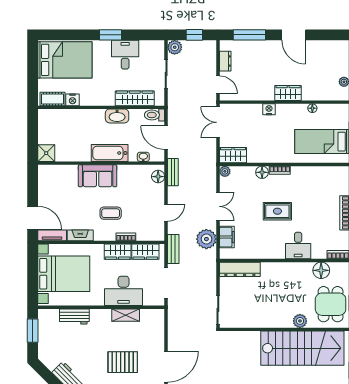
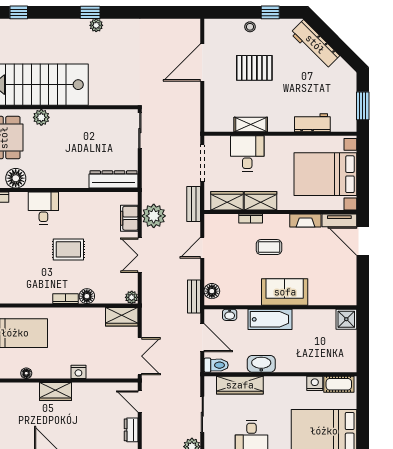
desk: (124, 291) -> (247, 154), width x0.73

